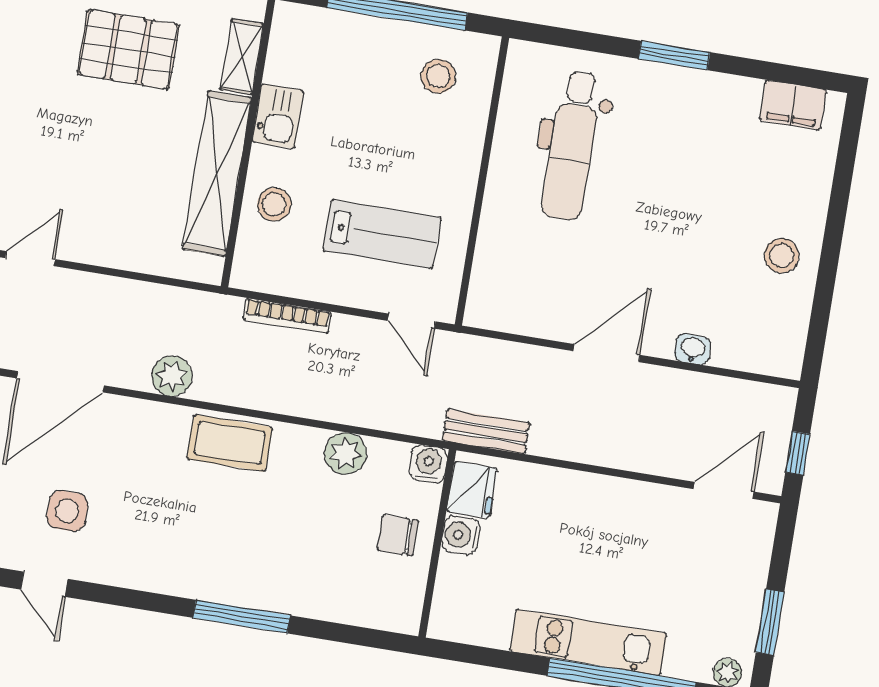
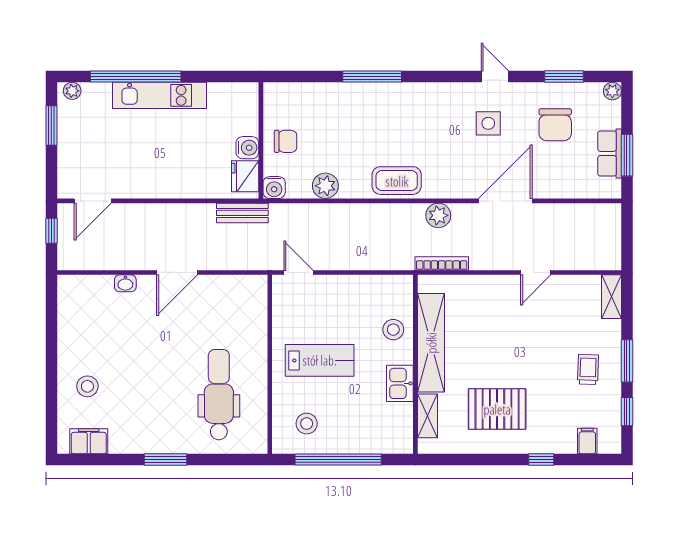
lab bench: (382, 234) -> (320, 360), moved, turned 180
stool: (782, 256) -> (87, 386), moved
bookcase: (287, 316) -> (442, 263), moved

